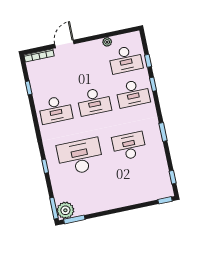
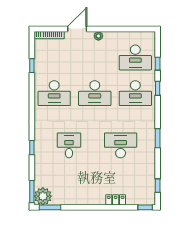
plant: (107, 42) -> (98, 36), moved
desk: (80, 157) -> (69, 145), width x0.53, depth x0.77
locker: (135, 199) -> (116, 200), added

